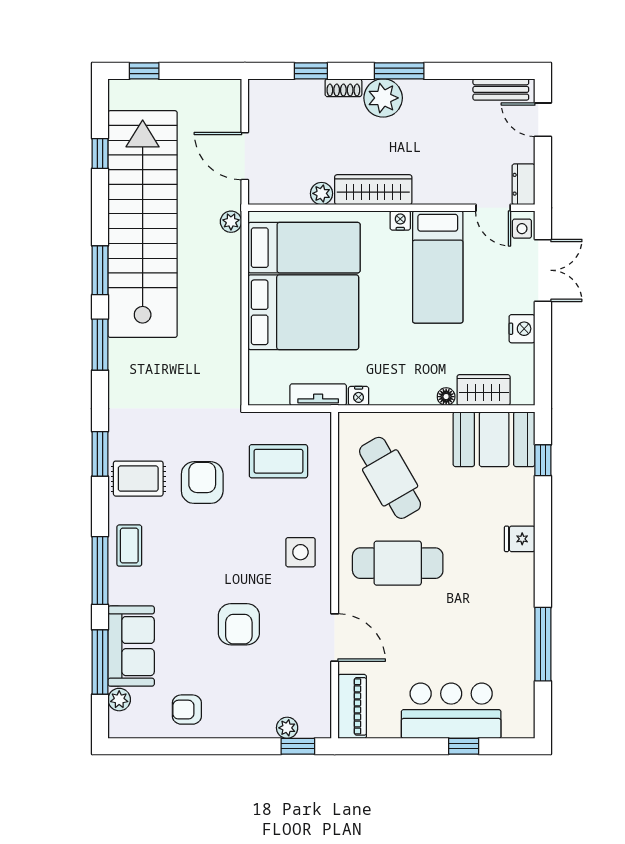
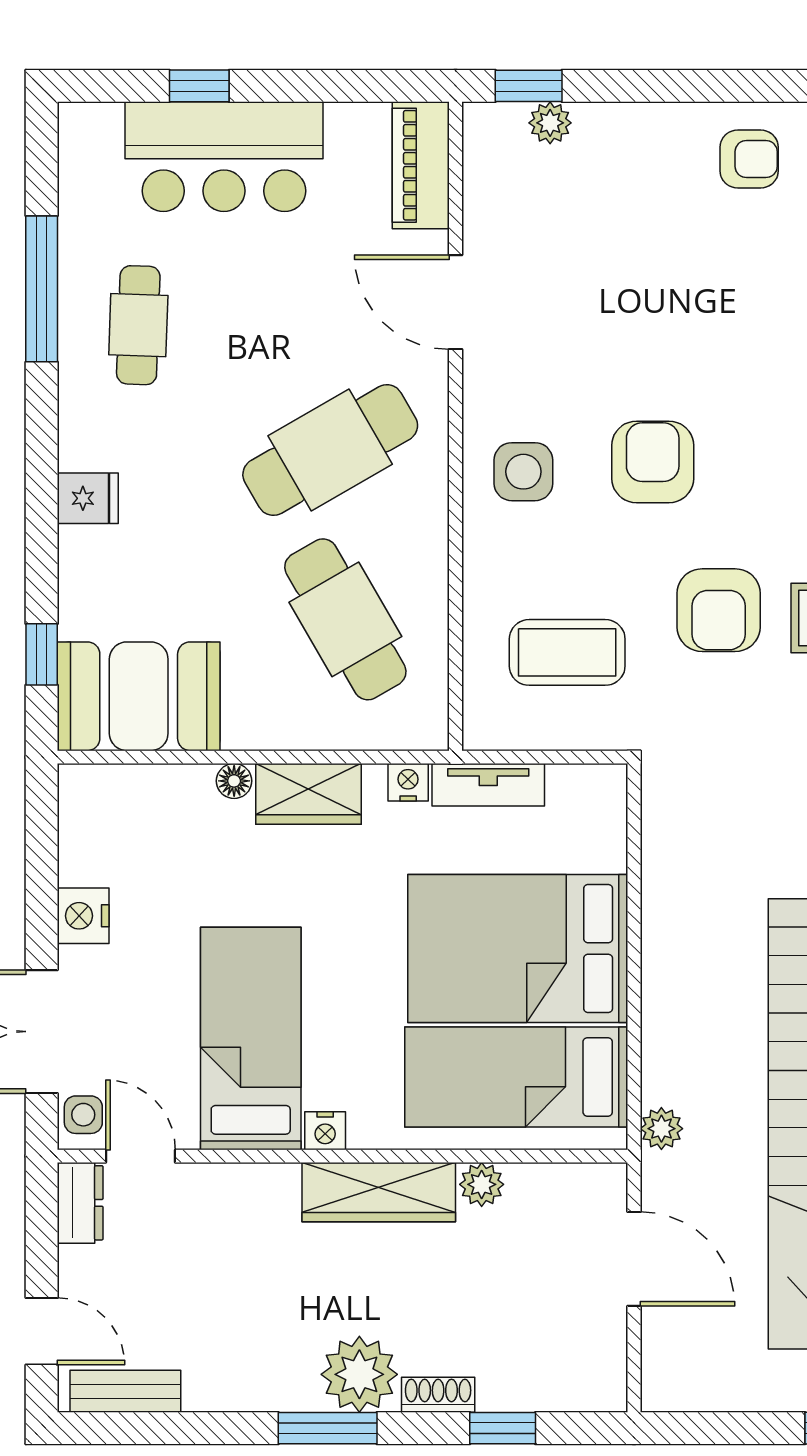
wardrobe: (484, 390) -> (309, 794), moved
cafe table: (398, 563) -> (330, 450), turned -30
armchair: (239, 624) -> (653, 462), moved
cafe table: (494, 626) -> (138, 325), added

